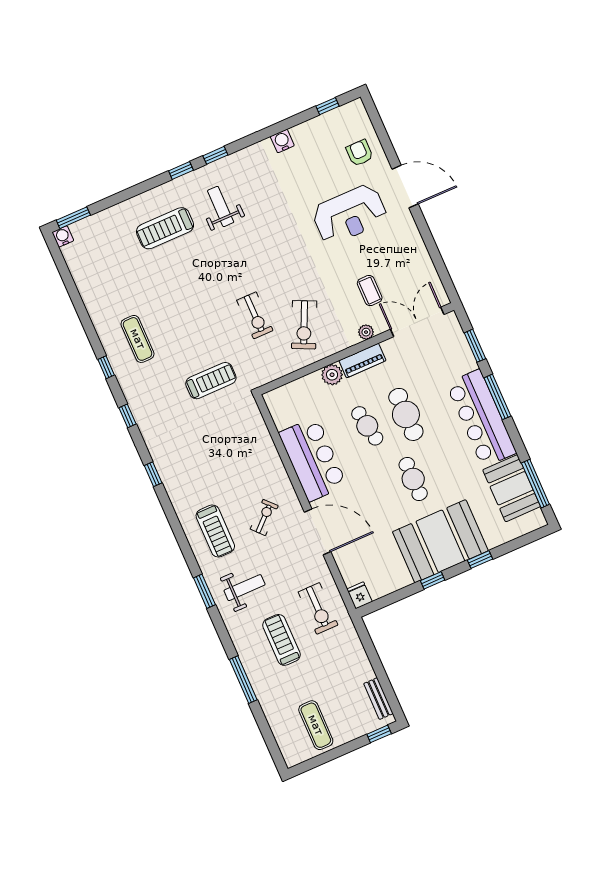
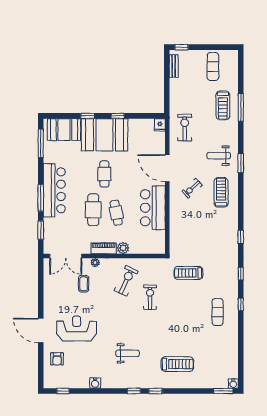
weight bench: (221, 206) -> (128, 353), moved, turned -90
booth: (512, 488) -> (64, 130), moved, turned 90
treadmill: (281, 640) -> (223, 105), moved

